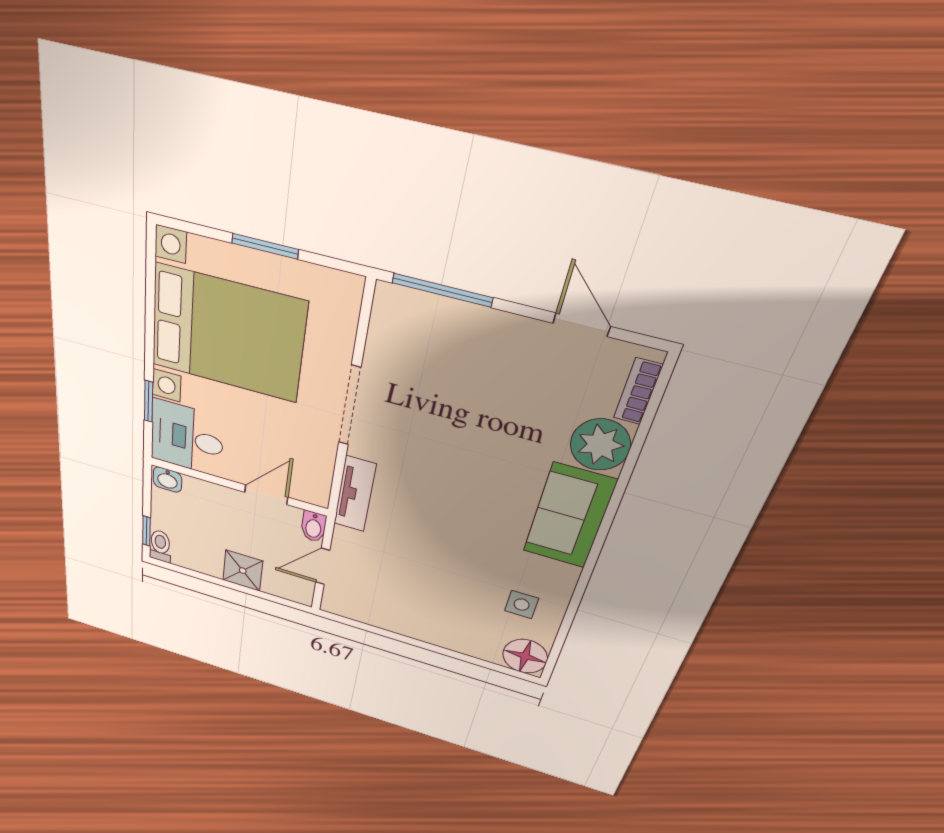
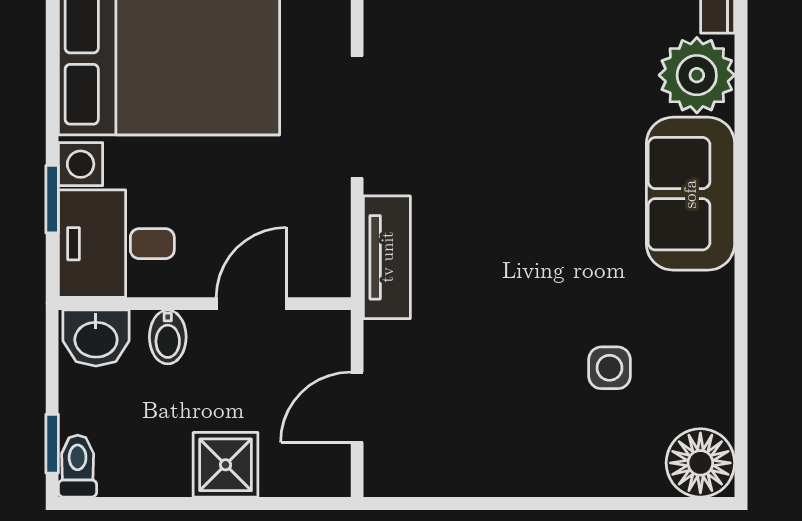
washbasin: (167, 480) -> (96, 338), width x1.38, depth x1.45
bidet: (314, 527) -> (168, 337), moved
side table: (522, 605) -> (609, 368), moved

